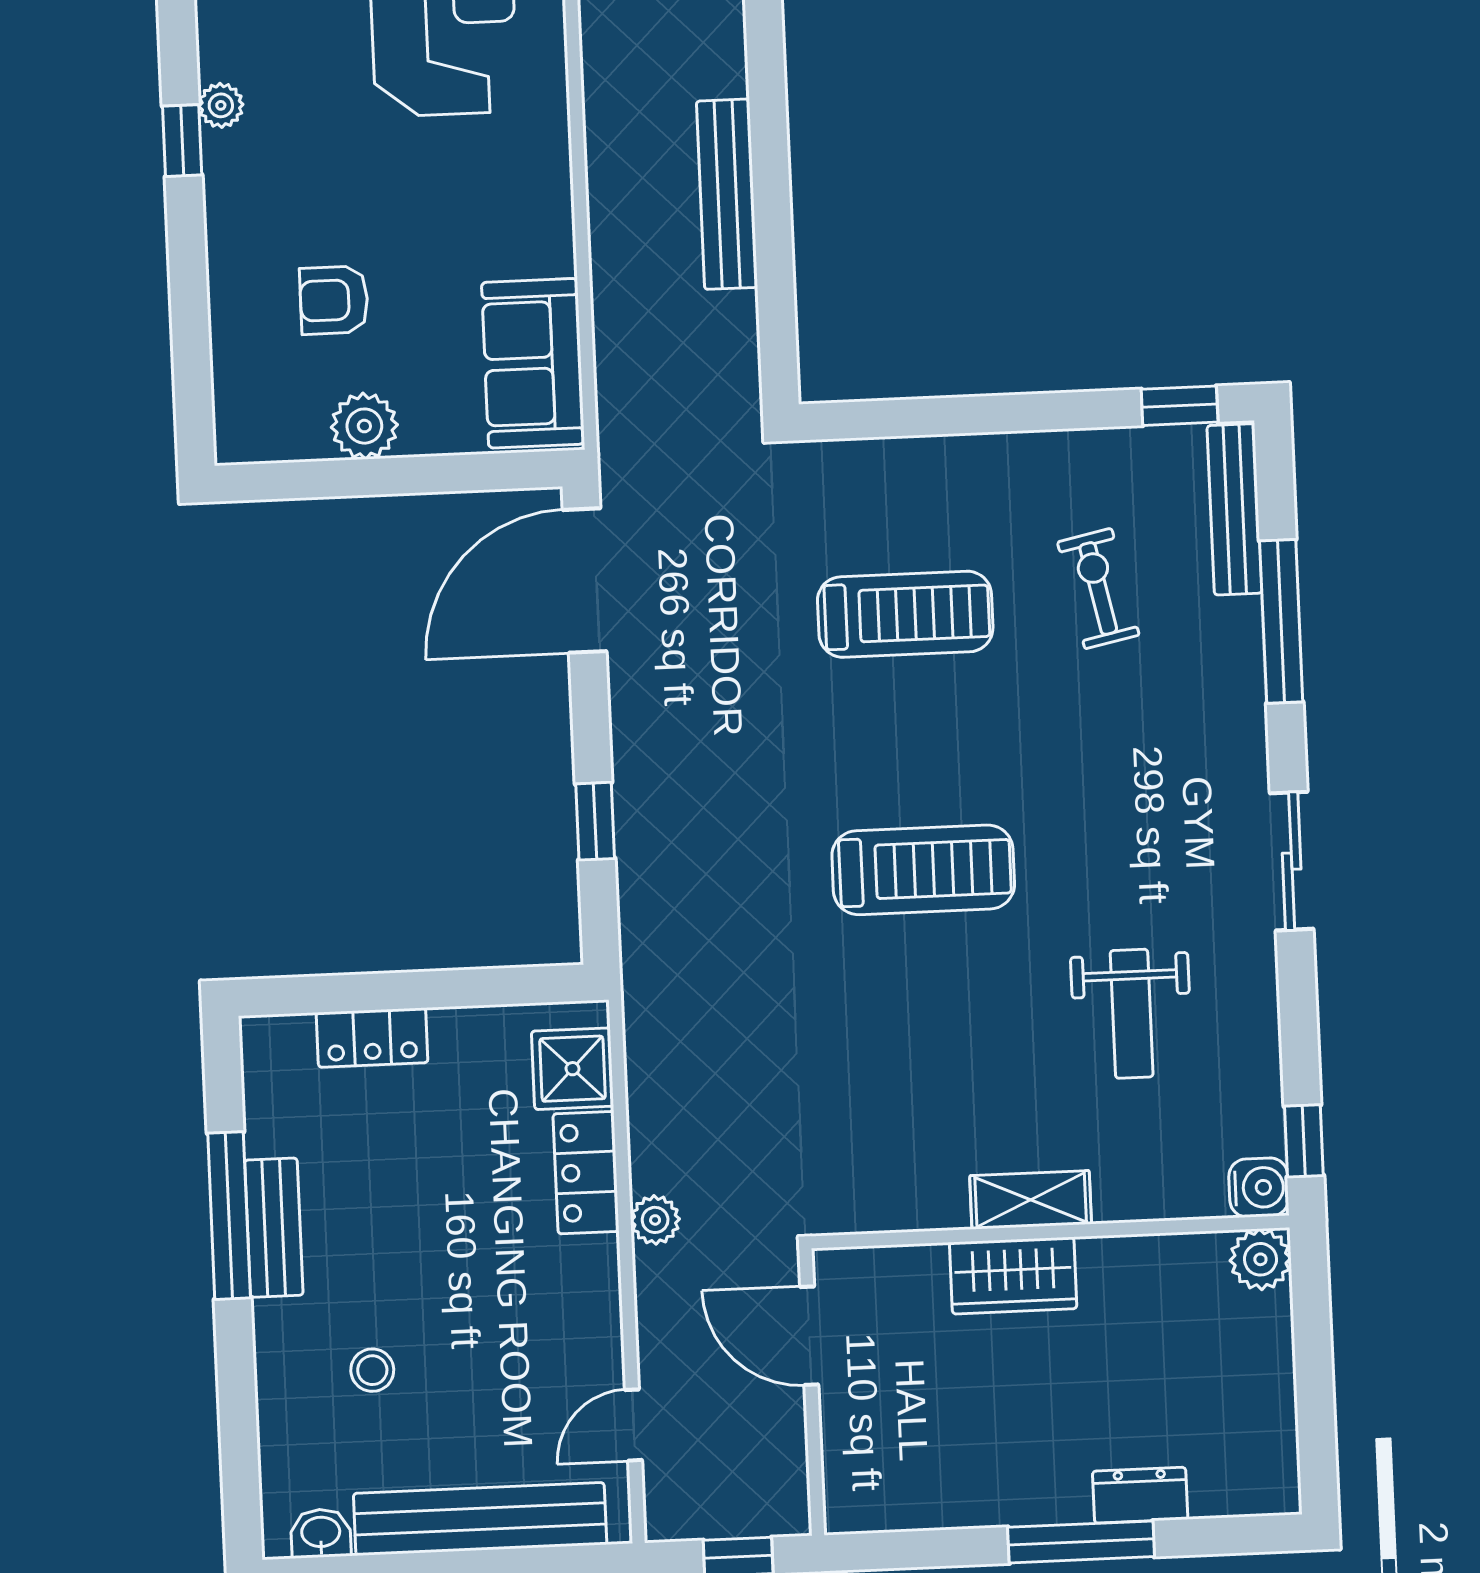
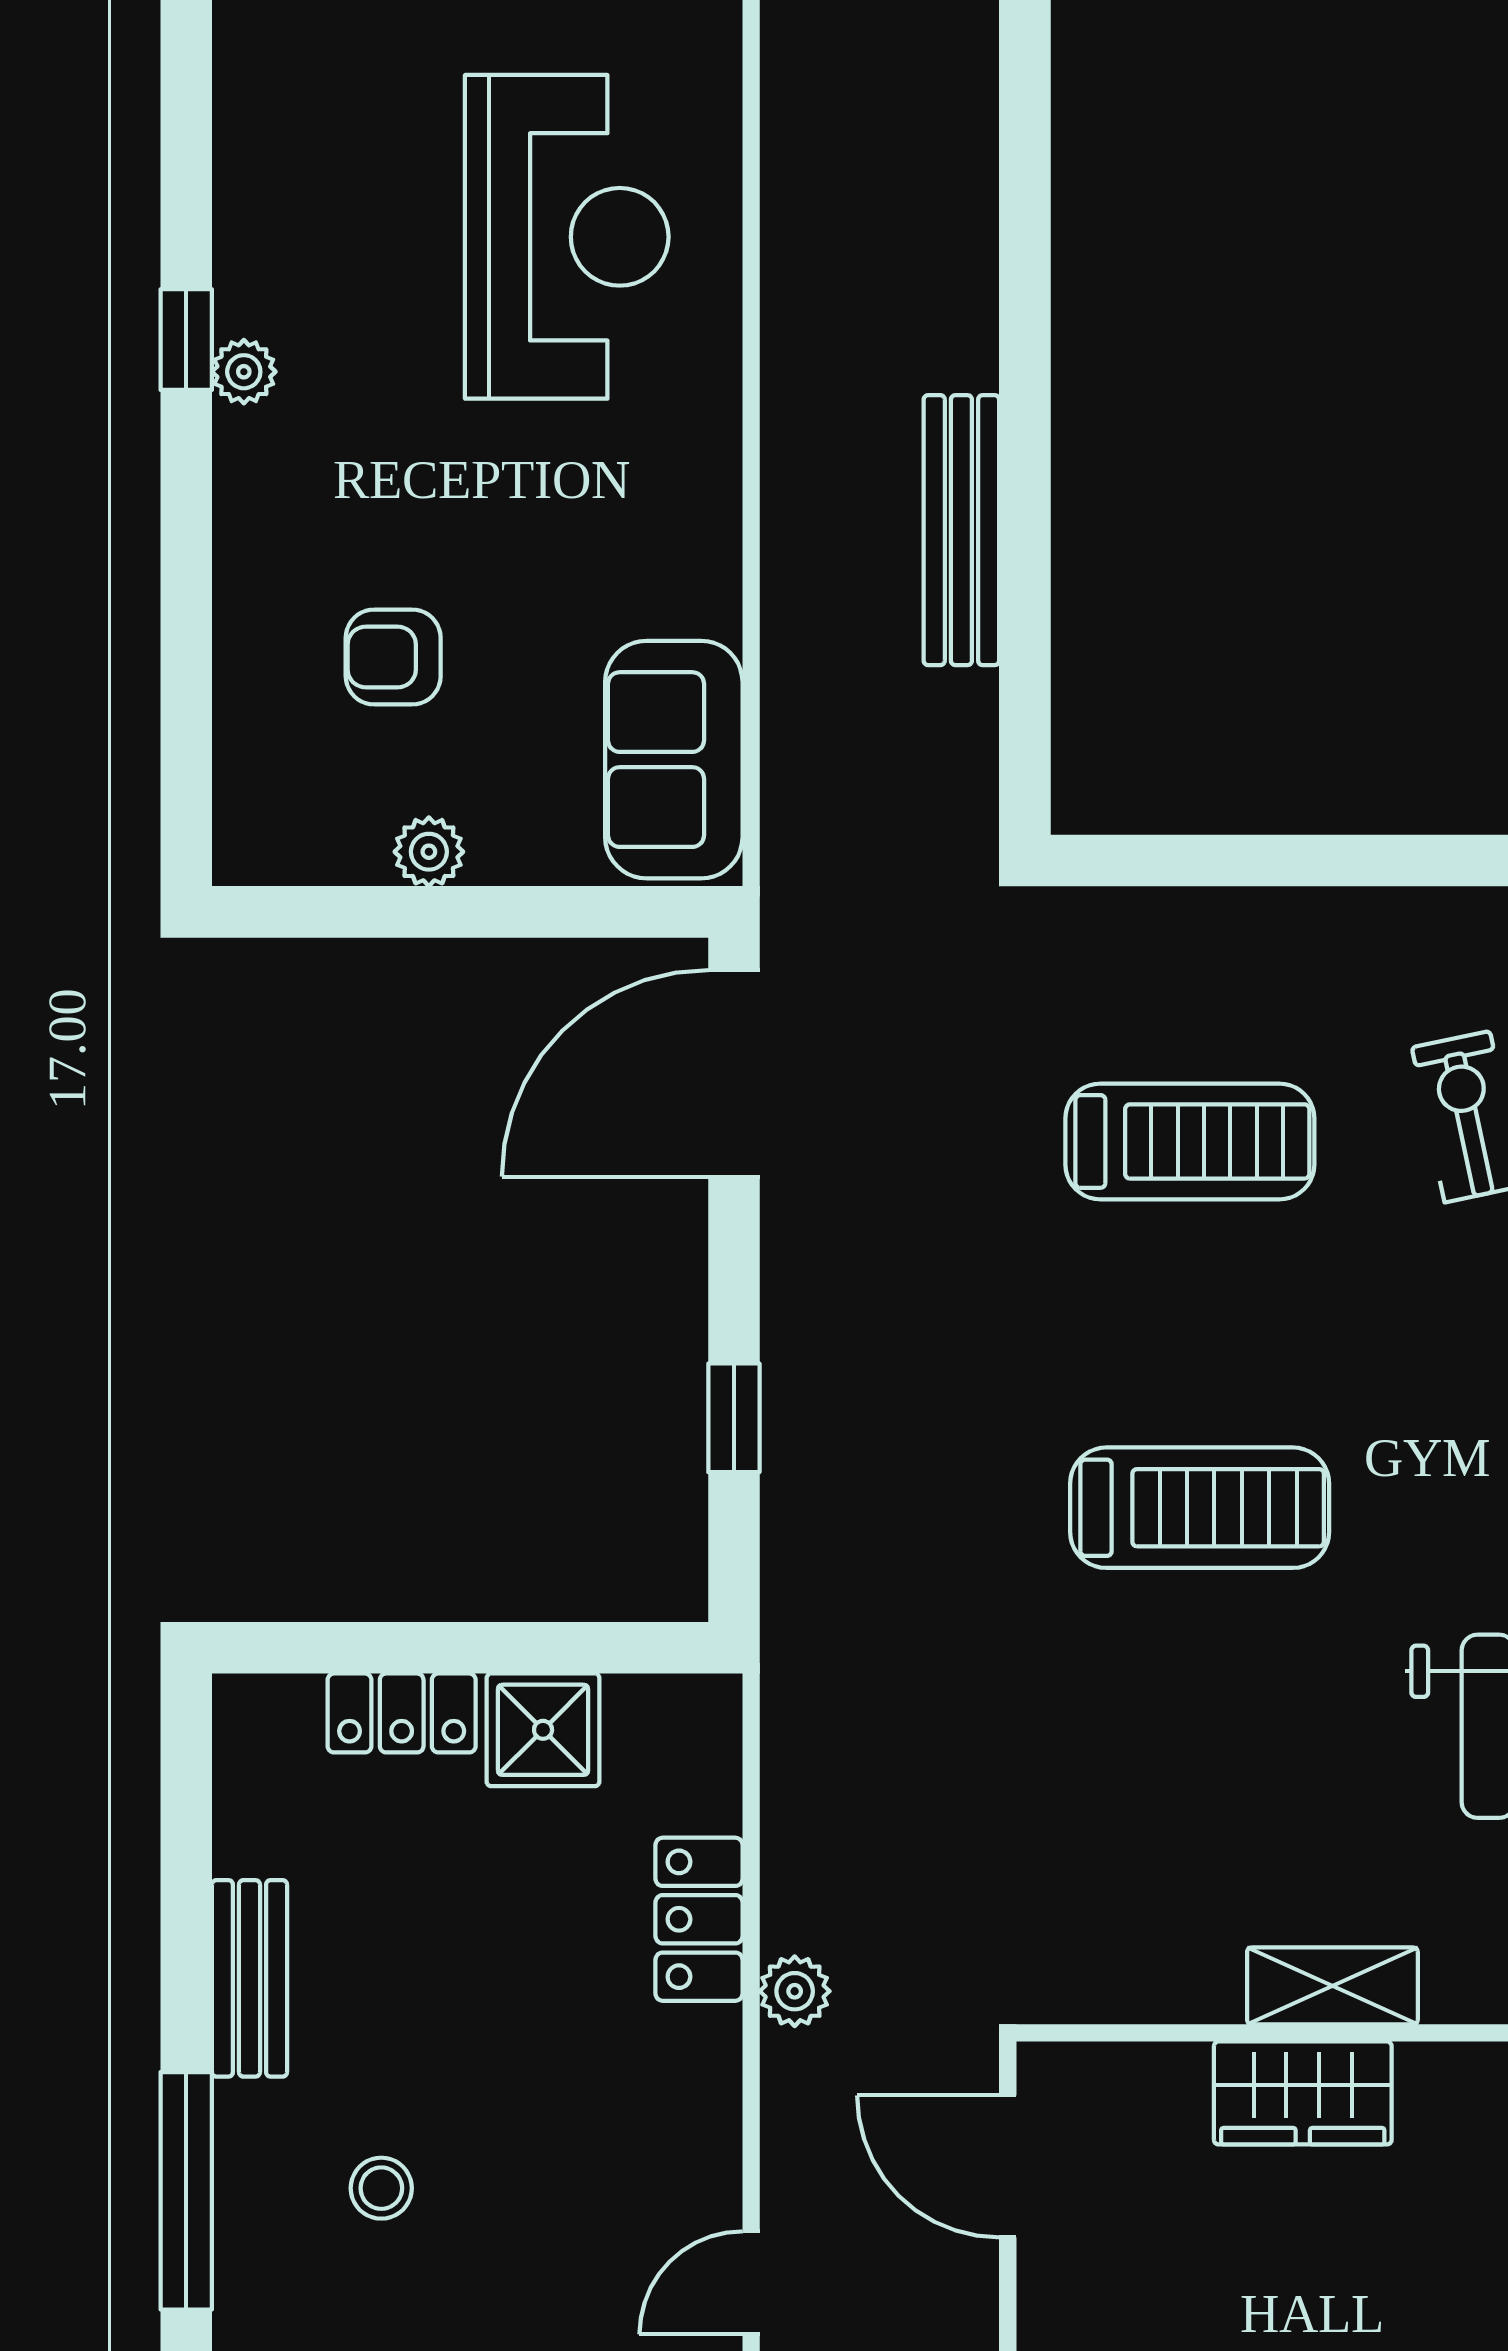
window: (182, 141) -> (186, 340), moved
plant: (364, 426) -> (429, 852), width x0.73, depth x0.73
shower: (573, 1069) -> (543, 1730), moved
window: (229, 1216) -> (186, 2191), moved

